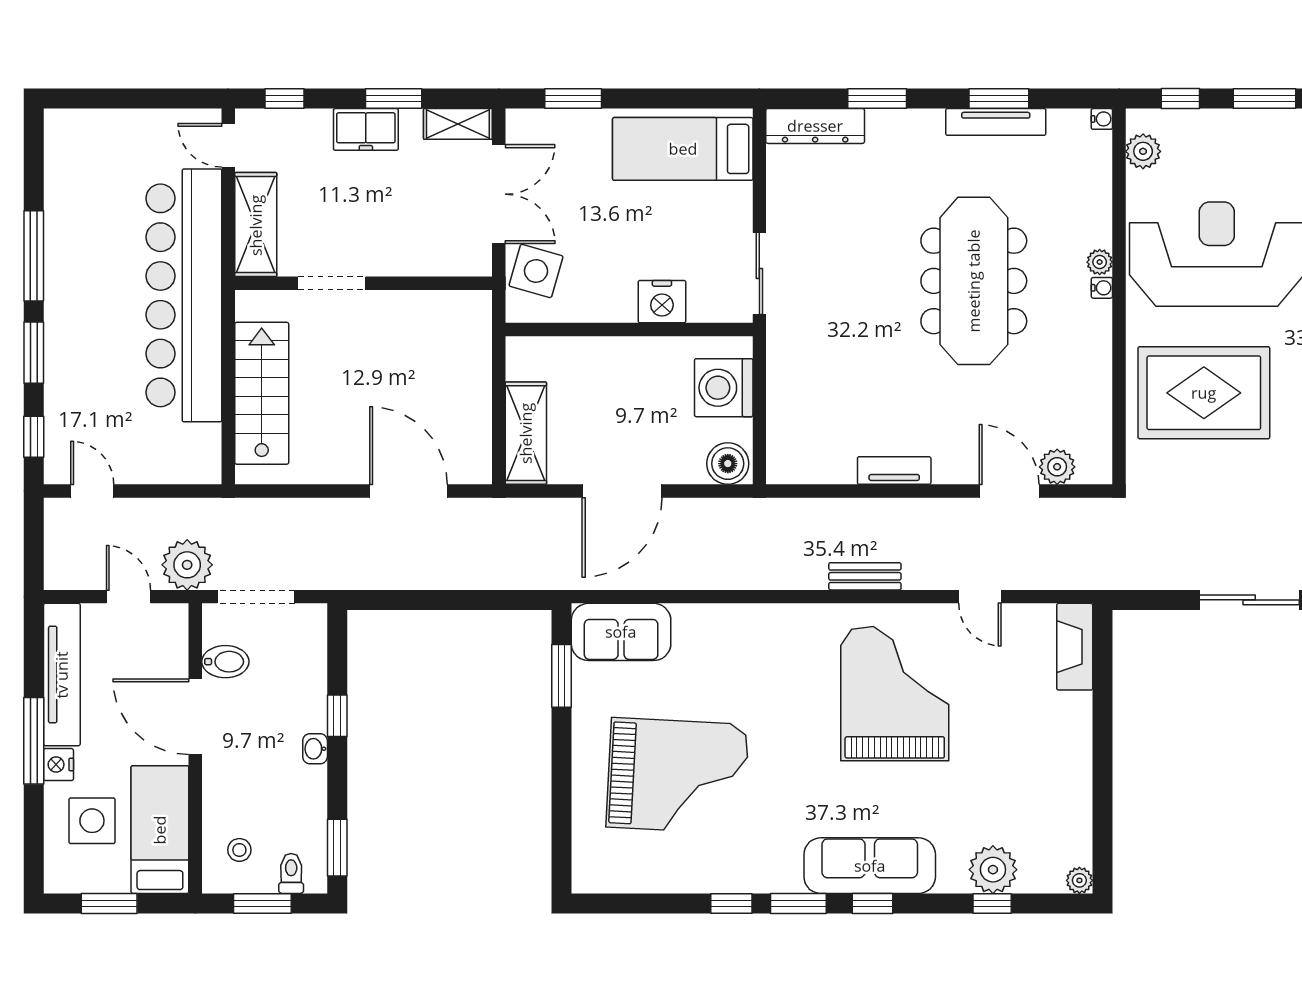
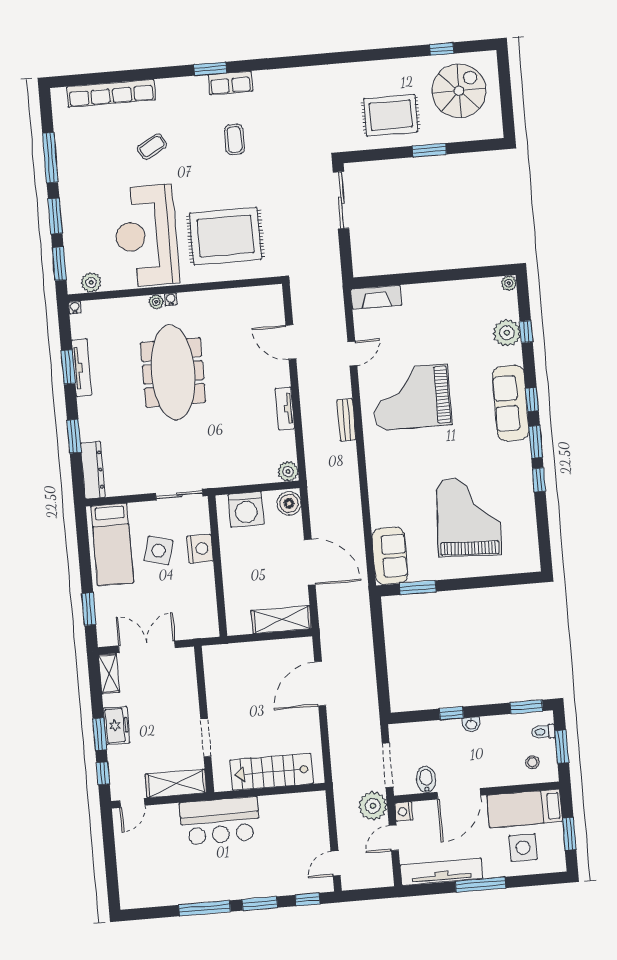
window: (394, 99) -> (100, 734), moved
window: (1180, 99) -> (59, 264), width x1.50
side table: (536, 271) -> (159, 551), moved
meeting table: (974, 281) -> (173, 372), turned 90
bar counter: (184, 295) -> (220, 821), width x0.54
rug: (1204, 393) -> (225, 236), turned 90
plant: (1057, 467) -> (288, 471), moved
door: (1009, 491) -> (291, 342), hinge flipped
nightstand: (58, 765) -> (404, 812), moved, turned 90

